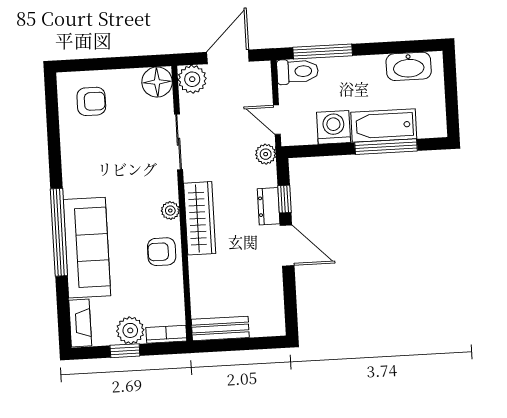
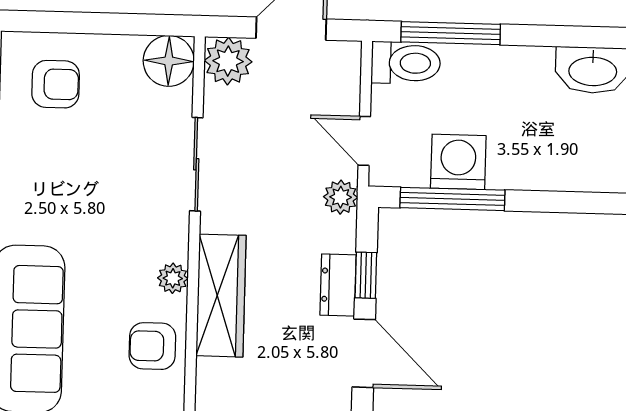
bathtub: (384, 125) -> (543, 166), removed
window: (386, 147) -> (452, 199), moved

